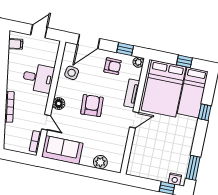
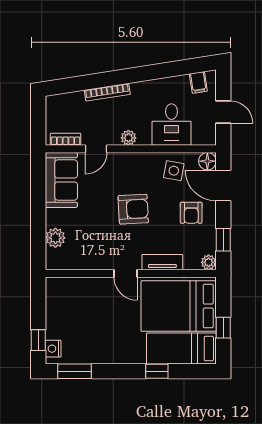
armchair: (113, 66) -> (191, 213), moved
desk: (38, 78) -> (171, 125), moved
plant: (43, 99) -> (128, 138), added
floor lamp: (59, 104) -> (207, 161), moved

